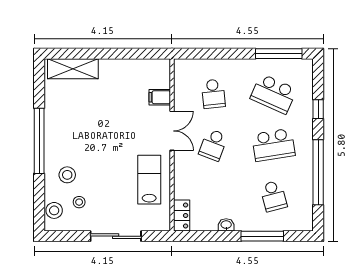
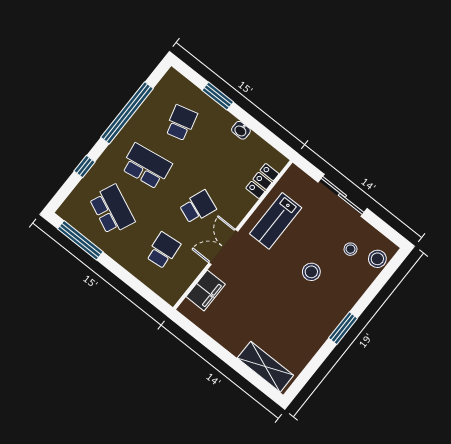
filing cabinet: (160, 97) -> (206, 290), width x2.00
window: (39, 141) -> (343, 328), width x0.47
stool: (67, 175) -> (311, 272), moved
locker: (182, 215) -> (262, 181), moved
window: (262, 236) -> (218, 96), width x0.69

